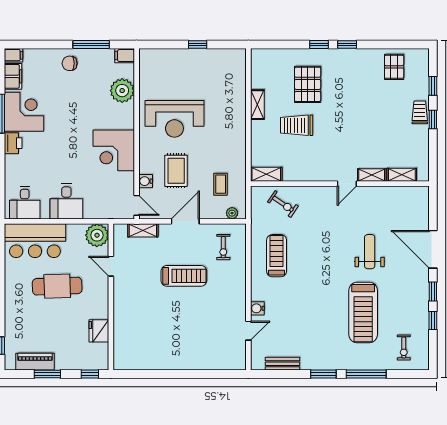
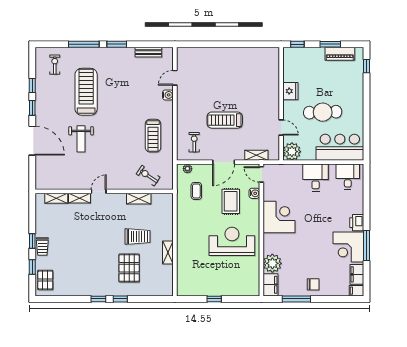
filing cabinet: (125, 56) -> (271, 285), width x2.00
pallet: (394, 67) -> (45, 280), moved
shelving: (266, 174) -> (139, 199), moved
fridge: (99, 331) -> (290, 91), moved

